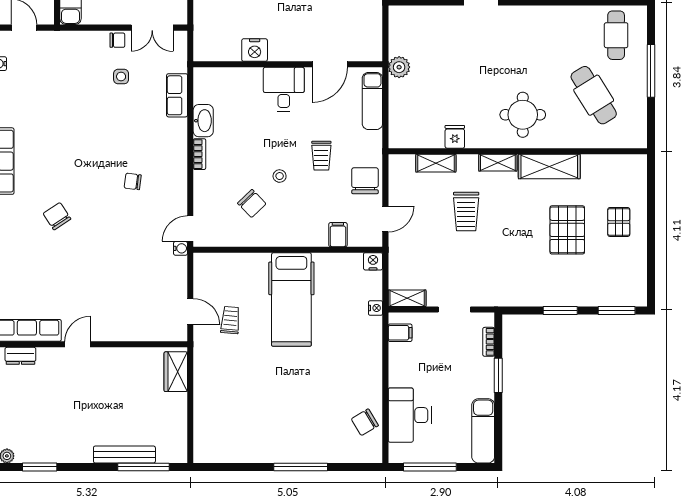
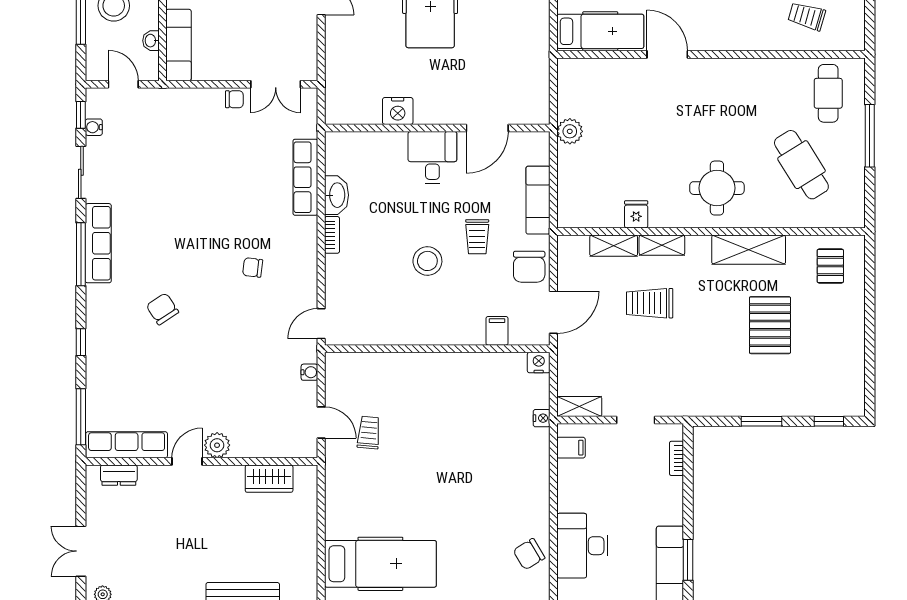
side table: (121, 77) -> (239, 143), removed
row of seats: (177, 95) -> (305, 177), width x1.48
exam couch: (372, 101) -> (538, 200), moved
shelving: (498, 163) -> (662, 245), moved
stool: (280, 176) -> (427, 261), width x1.89, depth x1.89
chair: (365, 181) -> (529, 267), turned 180
chair: (252, 203) -> (394, 294), removed
trolley: (466, 211) -> (650, 303), turned 90
door: (385, 219) -> (553, 312), width x1.38
pallet: (619, 222) -> (830, 266), moved
water cooler: (180, 248) -> (309, 372), moved
hospital bed: (291, 299) -> (380, 564), moved, turned -90
window: (617, 311) -> (829, 421), width x0.67
plant: (103, 331) -> (217, 445), added
wardrobe: (176, 372) -> (269, 479), moved, turned -90
window: (498, 375) -> (688, 560), moved

